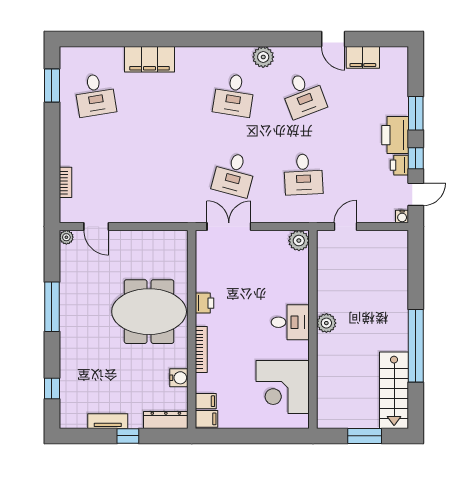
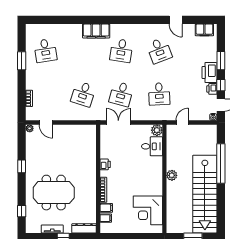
plant: (263, 57) -> (137, 30), removed
filing cabinet: (363, 57) -> (204, 30), moved
filing cabinet: (150, 59) -> (96, 31), moved
window: (52, 86) -> (22, 61), moved
desk: (165, 174) -> (83, 94), added
window: (52, 307) -> (22, 166), width x0.46
meeting table: (149, 312) -> (54, 193), moved
desk: (290, 322) -> (152, 146), moved
window: (416, 346) -> (221, 164), moved
water cooler: (179, 378) -> (91, 205), removed
stairs: (394, 390) -> (205, 194), width x1.86, depth x1.51
filing cabinet: (207, 419) -> (106, 208), moved

